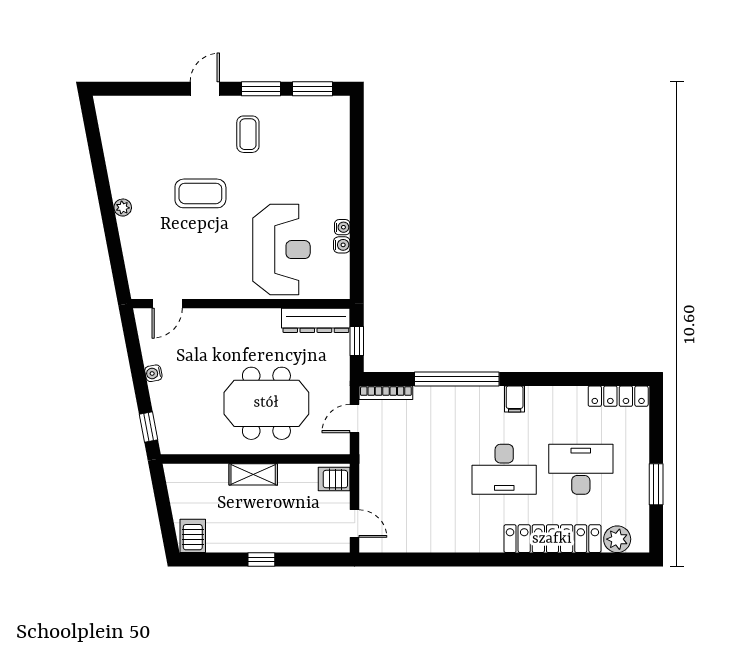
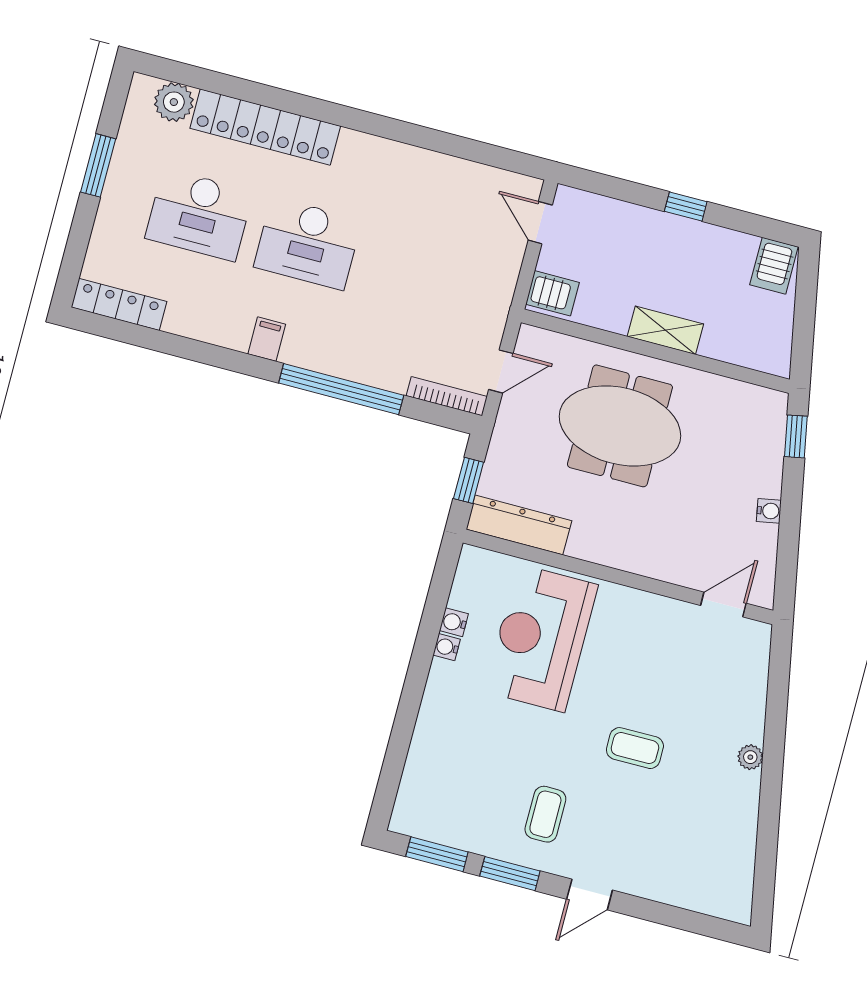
coffee table: (200, 193) -> (635, 748), width x0.73, depth x0.77
desk: (504, 469) -> (308, 243), turned 180

